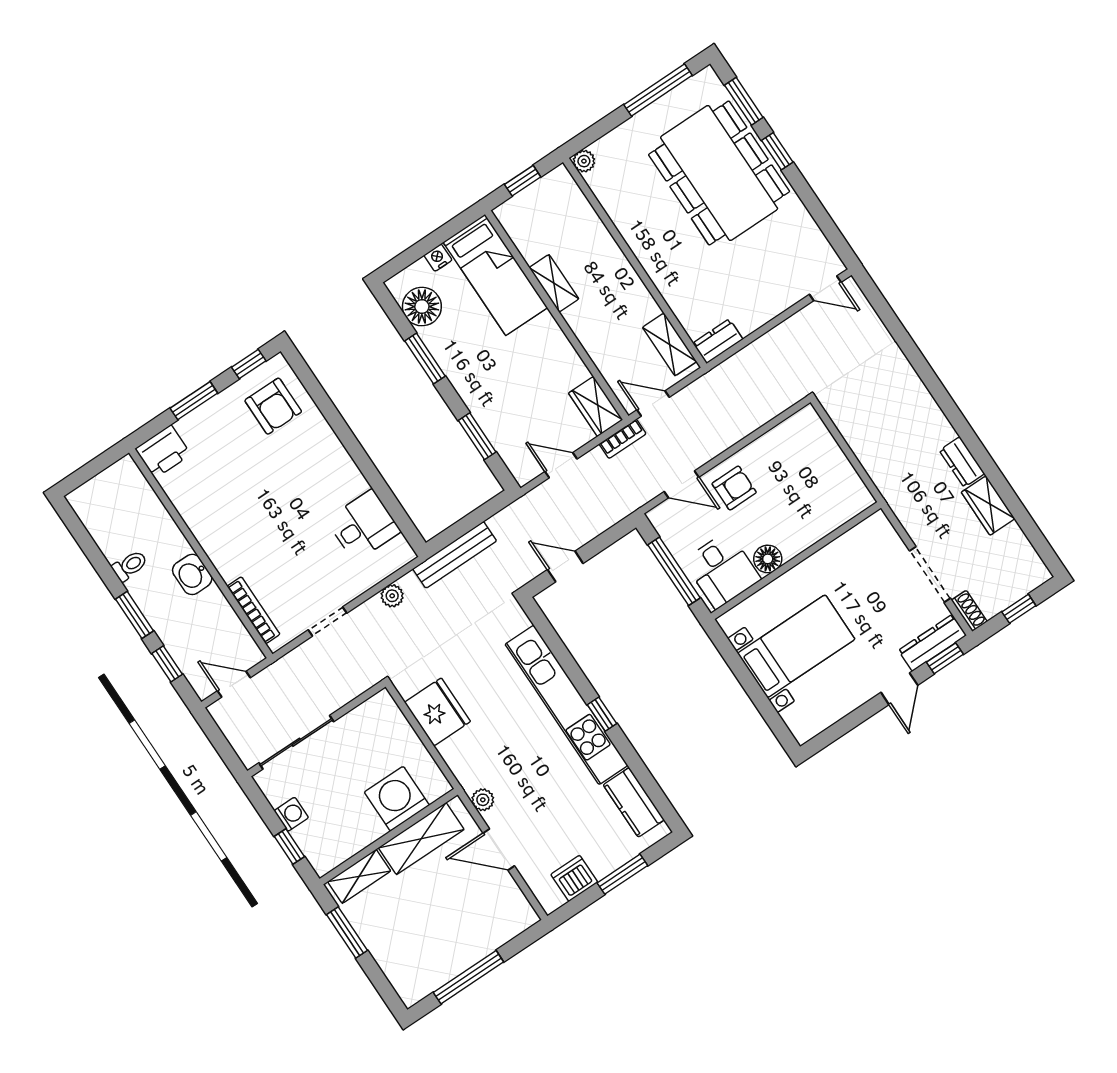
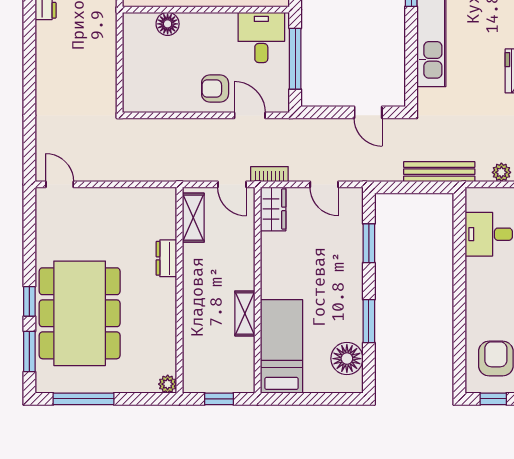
nightstand: (438, 258) -> (313, 385), removed
dresser: (718, 341) -> (166, 258), moved, turned 90
floor lamp: (768, 559) -> (168, 24), moved

